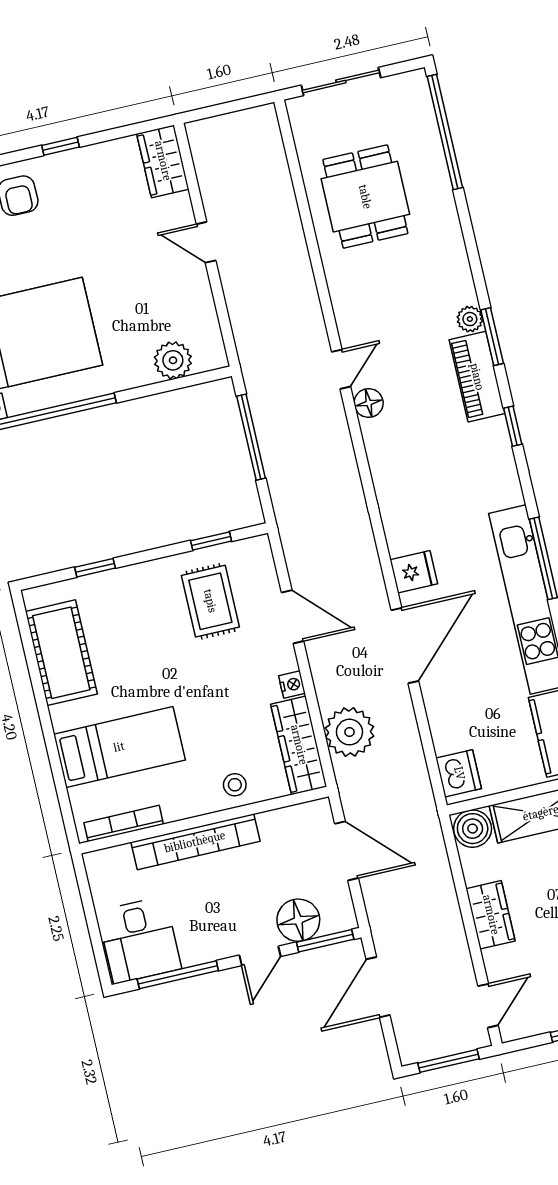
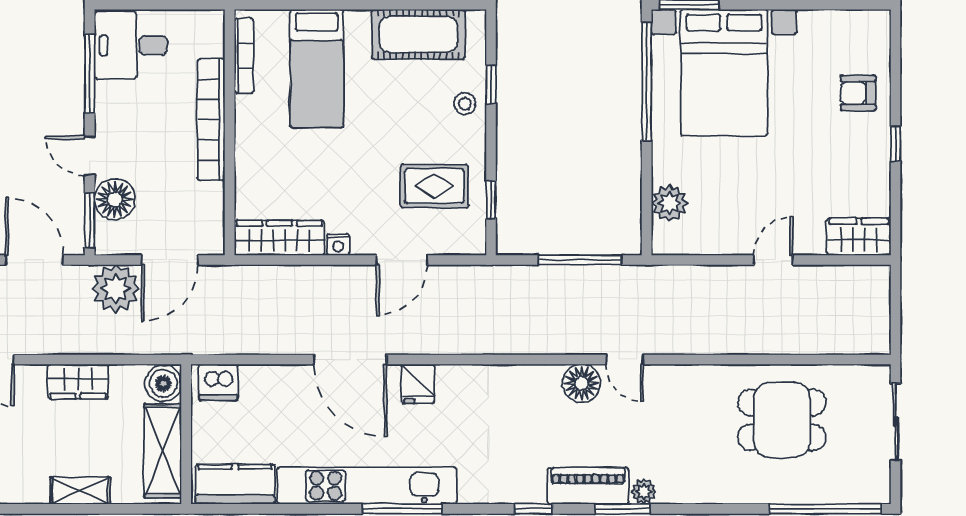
floor lamp: (369, 403) -> (581, 383), width x1.38, depth x1.38
plant: (349, 732) -> (116, 289), moved
stool: (235, 785) -> (465, 104), moved

